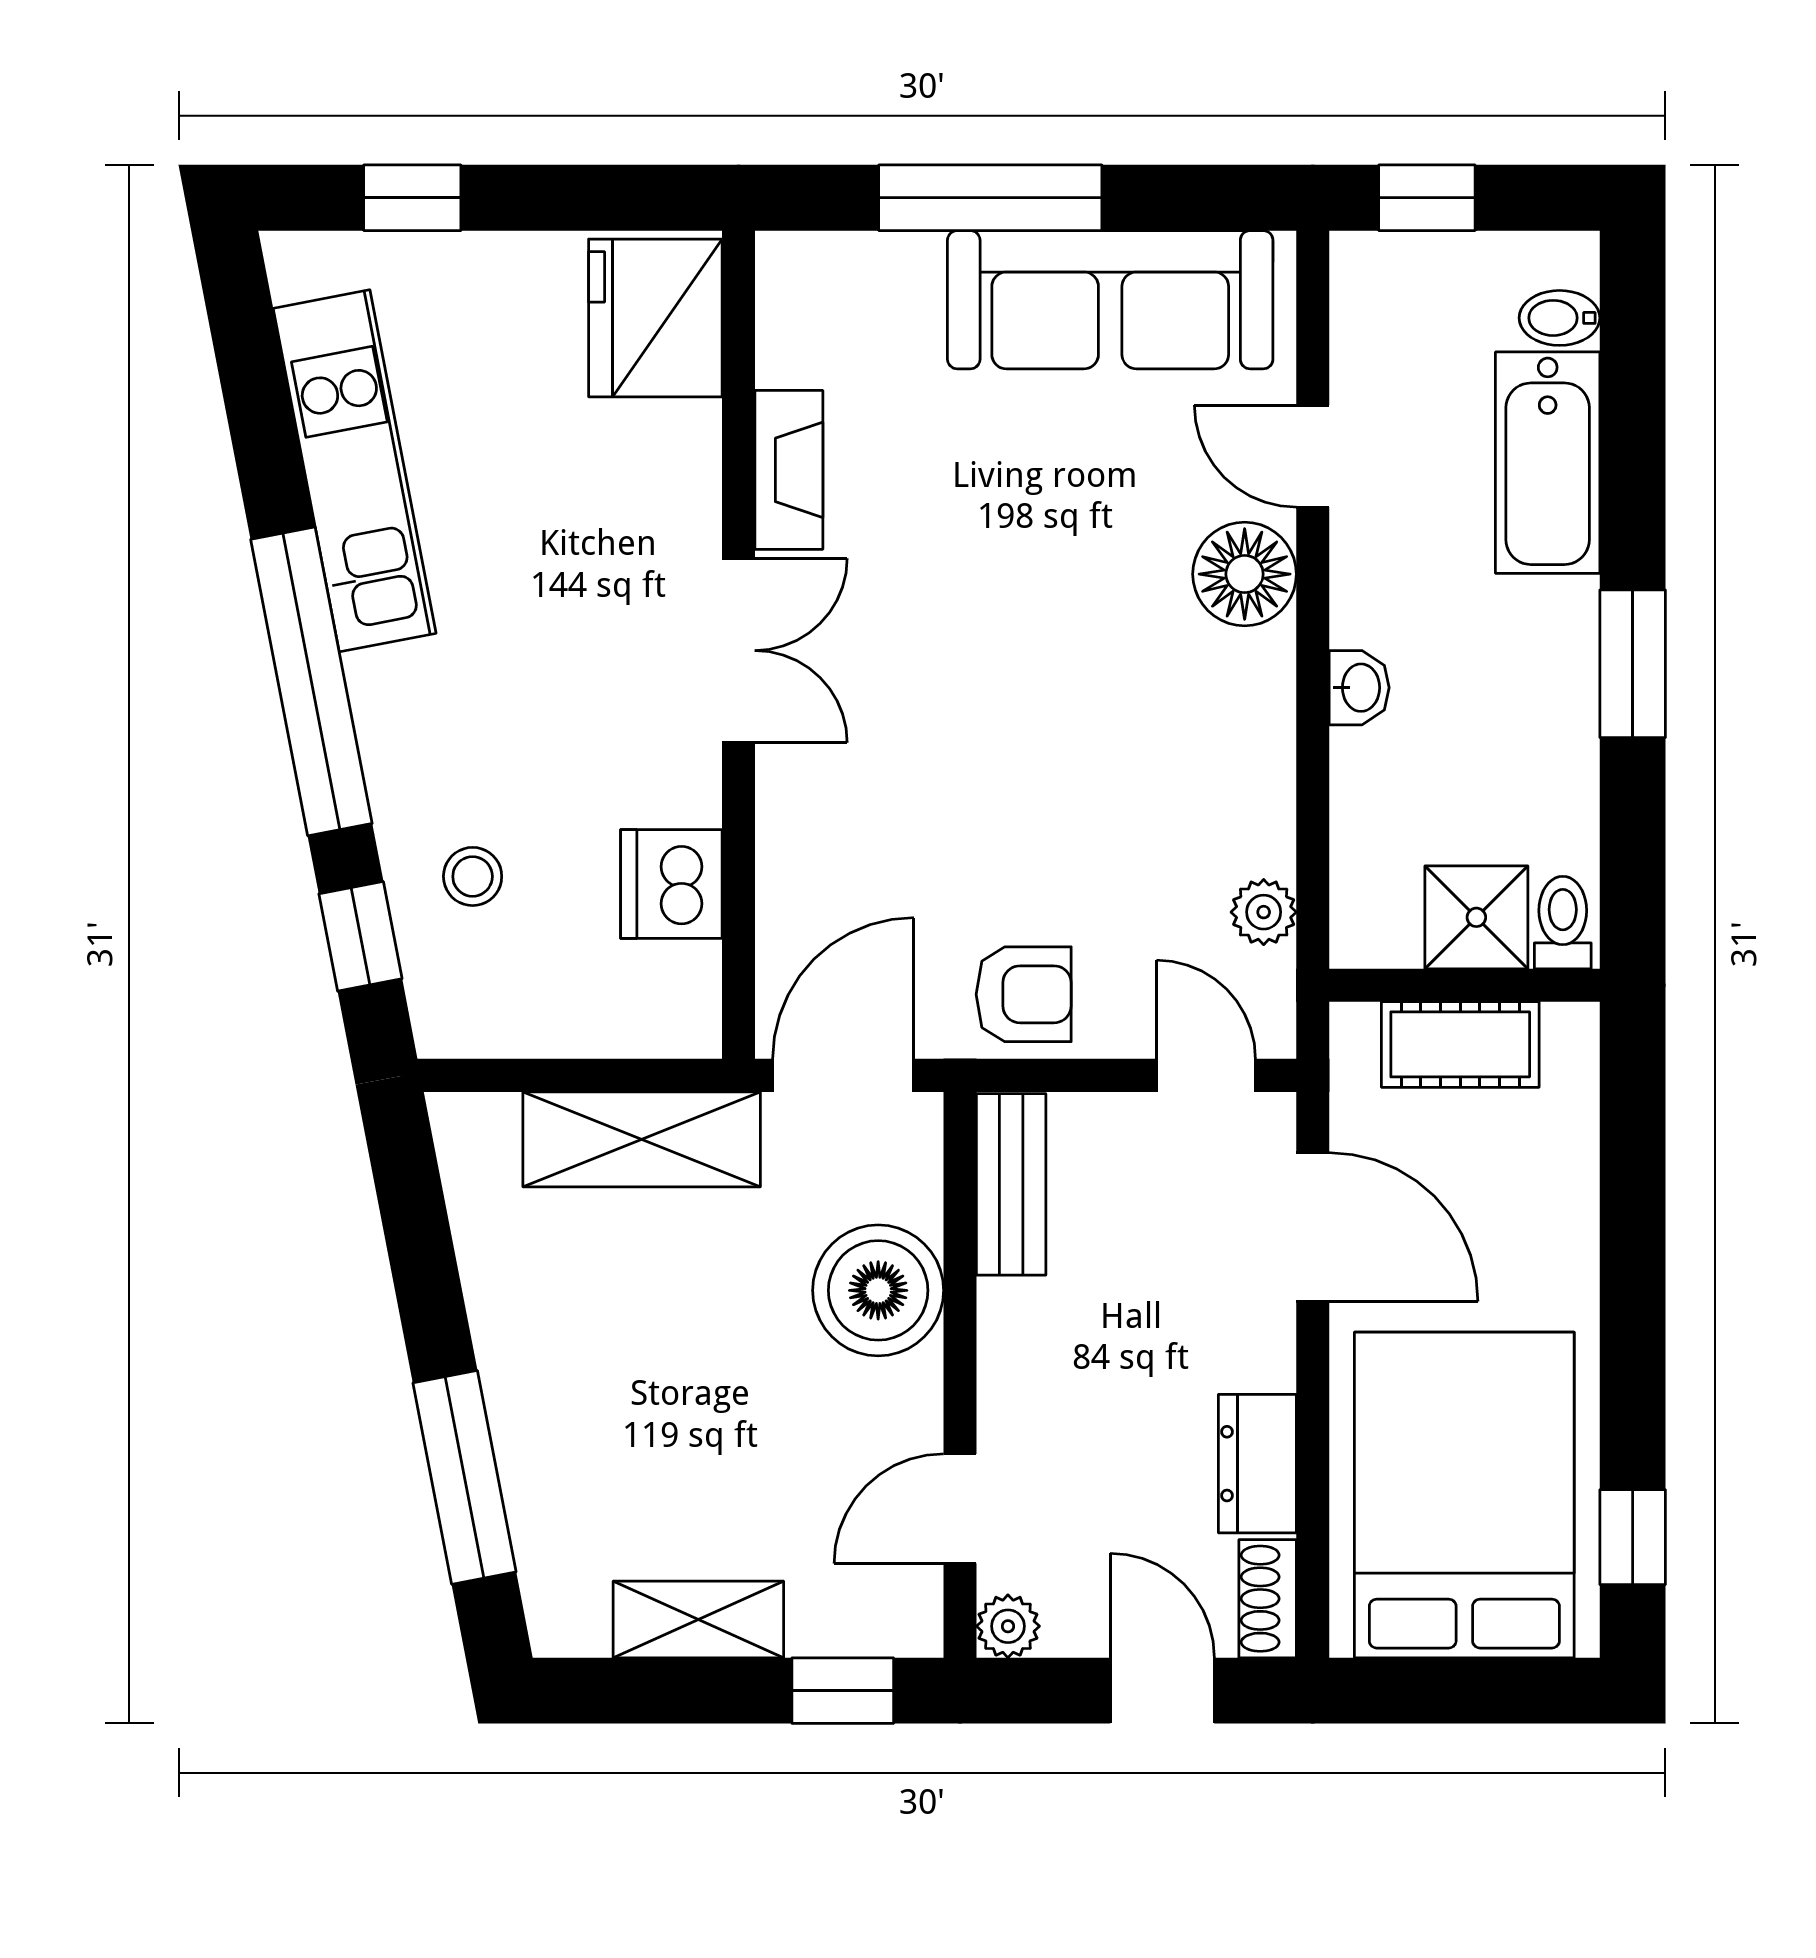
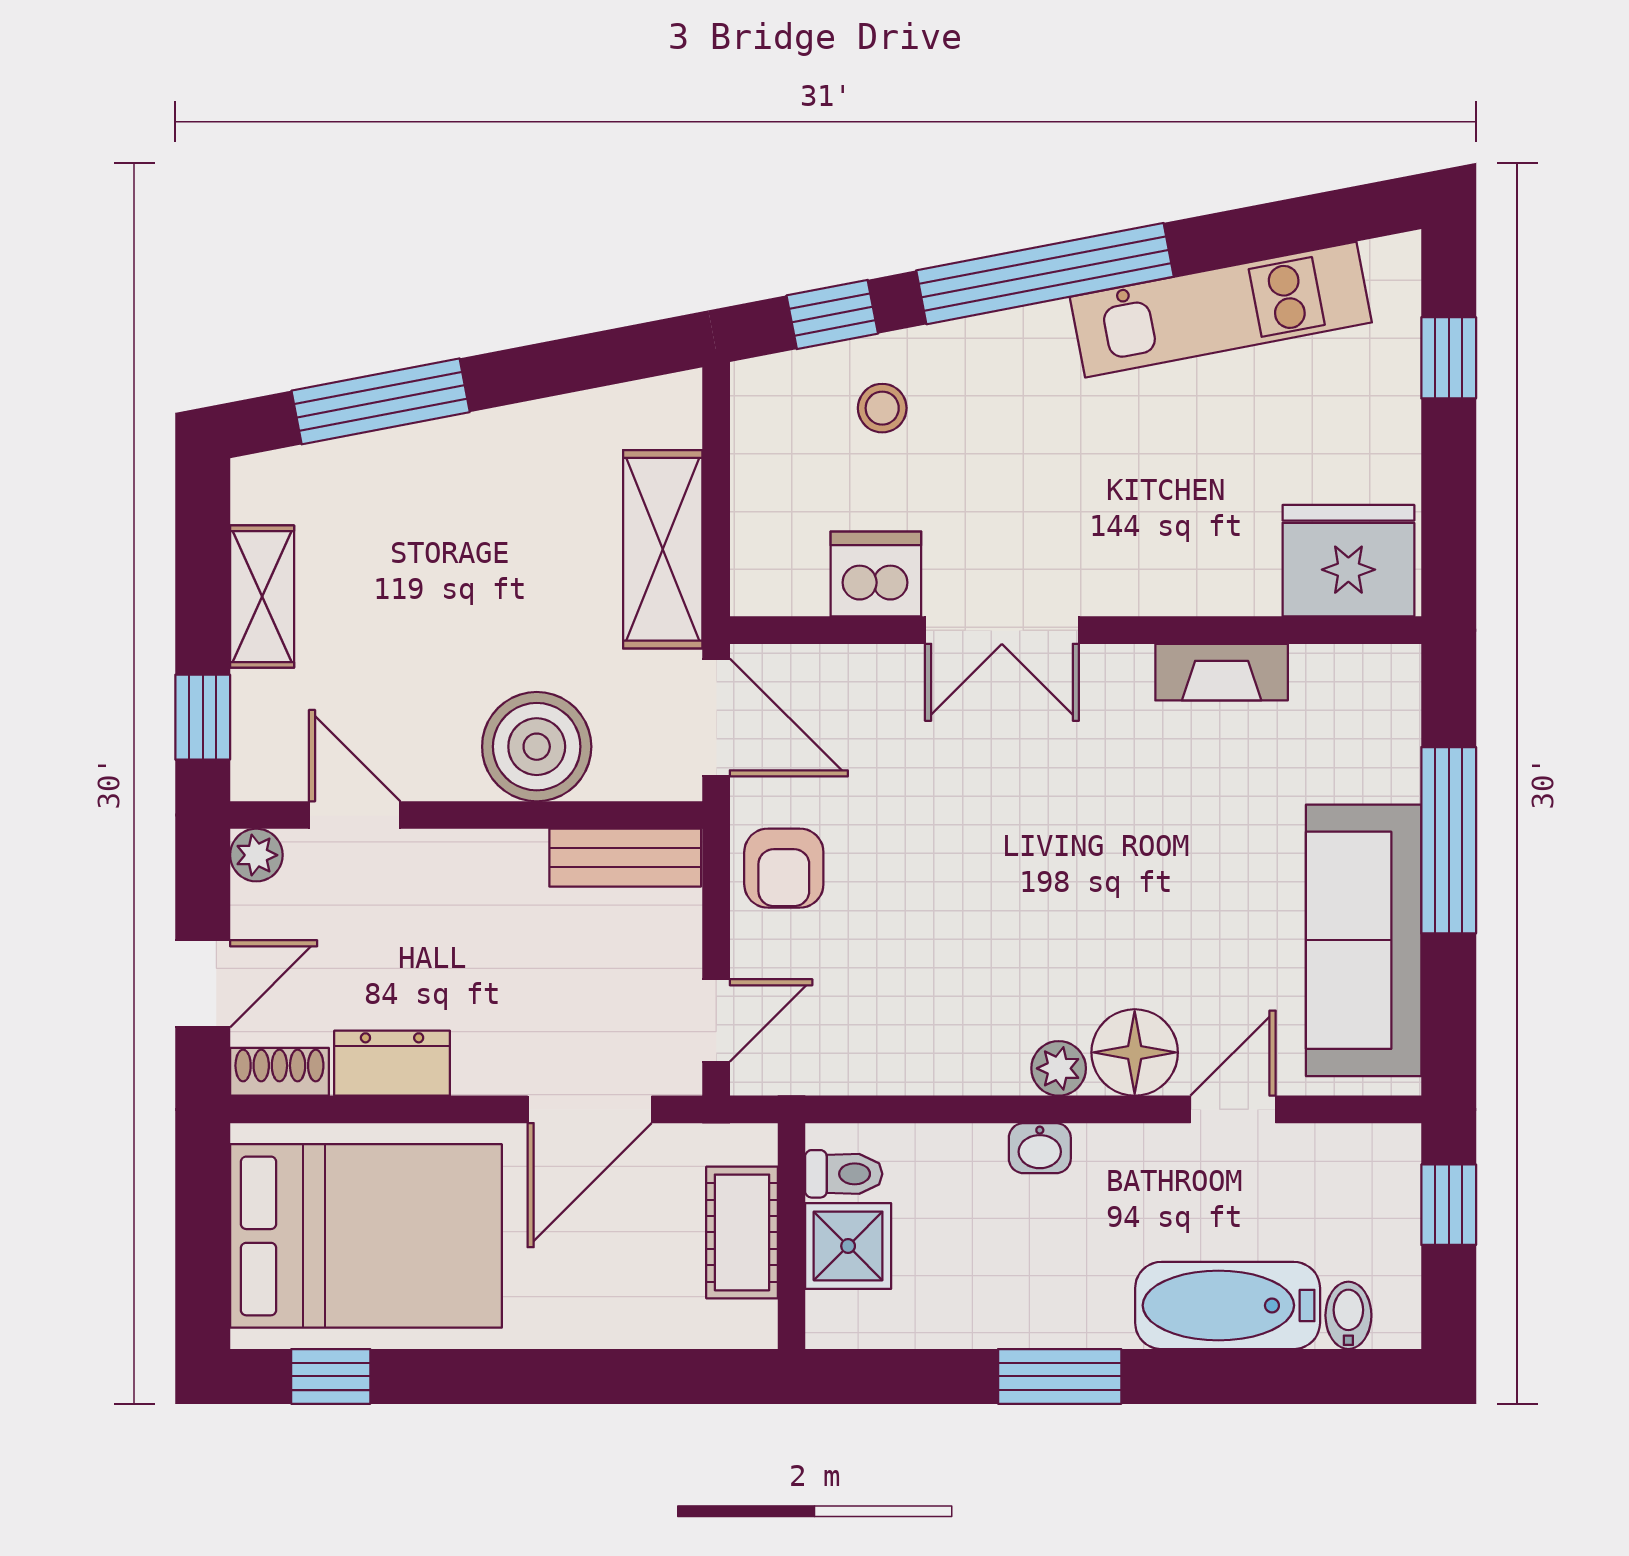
double door: (739, 651) -> (1002, 630), moved
plant: (1264, 912) -> (1059, 1068), moved
toilet: (1563, 923) -> (844, 1174), moved

